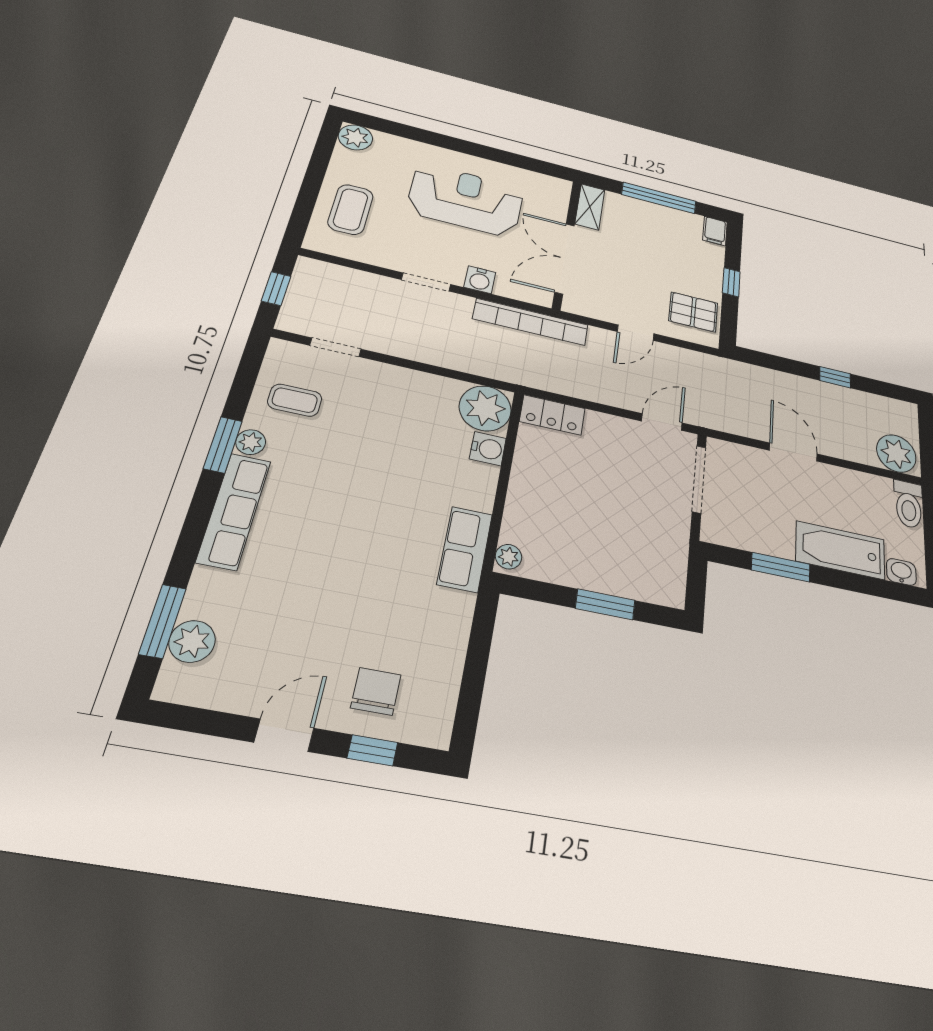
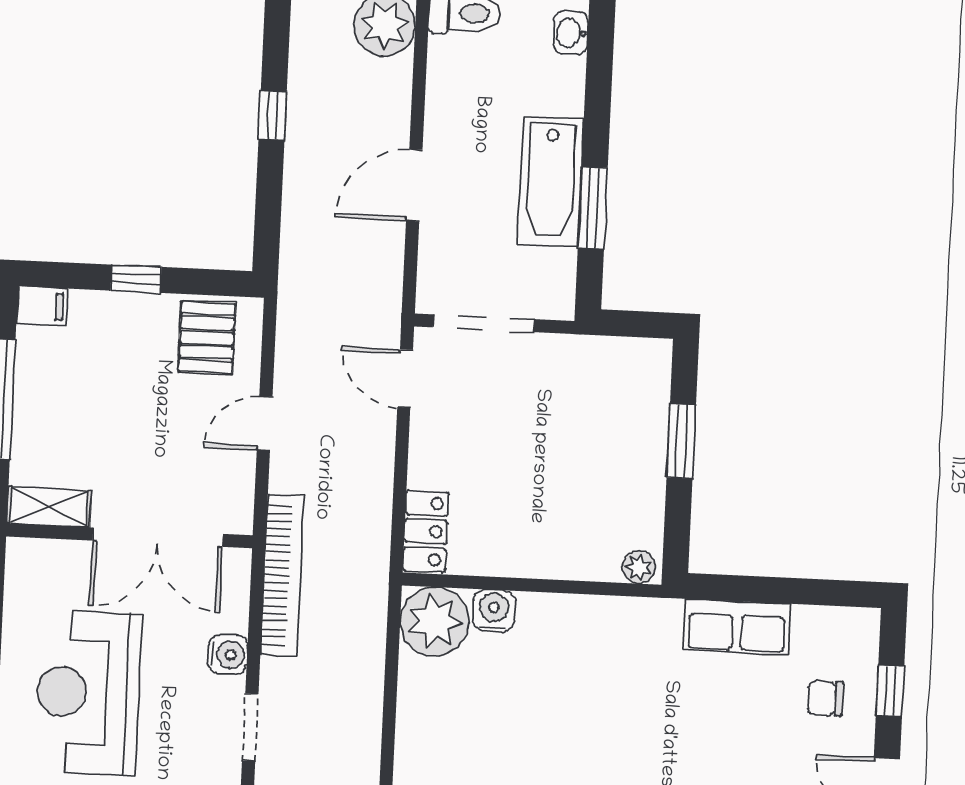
door: (636, 333) -> (265, 423), swing flipped
row of seats: (465, 549) -> (737, 627), moved
bathtub: (840, 550) -> (551, 181), moved
chair: (376, 691) -> (825, 698), width x0.73, depth x0.73

